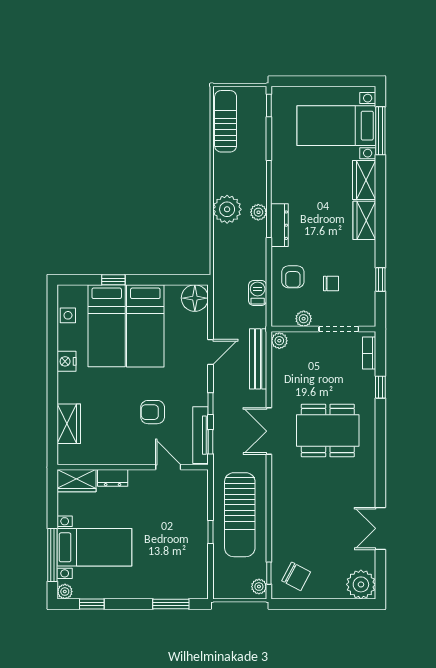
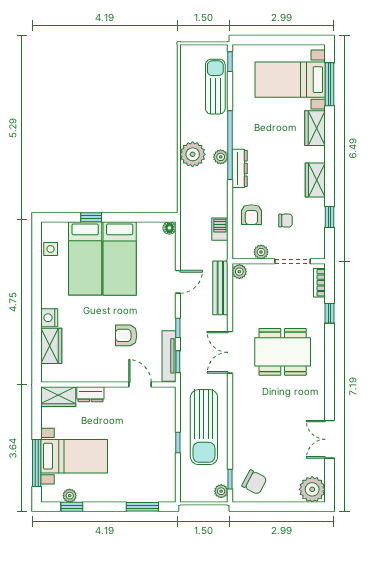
sun lounger: (226, 121) -> (215, 87), moved
wardrobe: (364, 220) -> (315, 180), moved
floor lamp: (195, 298) -> (169, 228), width x0.53, depth x0.53
nightstand: (67, 361) -> (49, 318), moved
plant: (65, 592) -> (70, 496), moved

